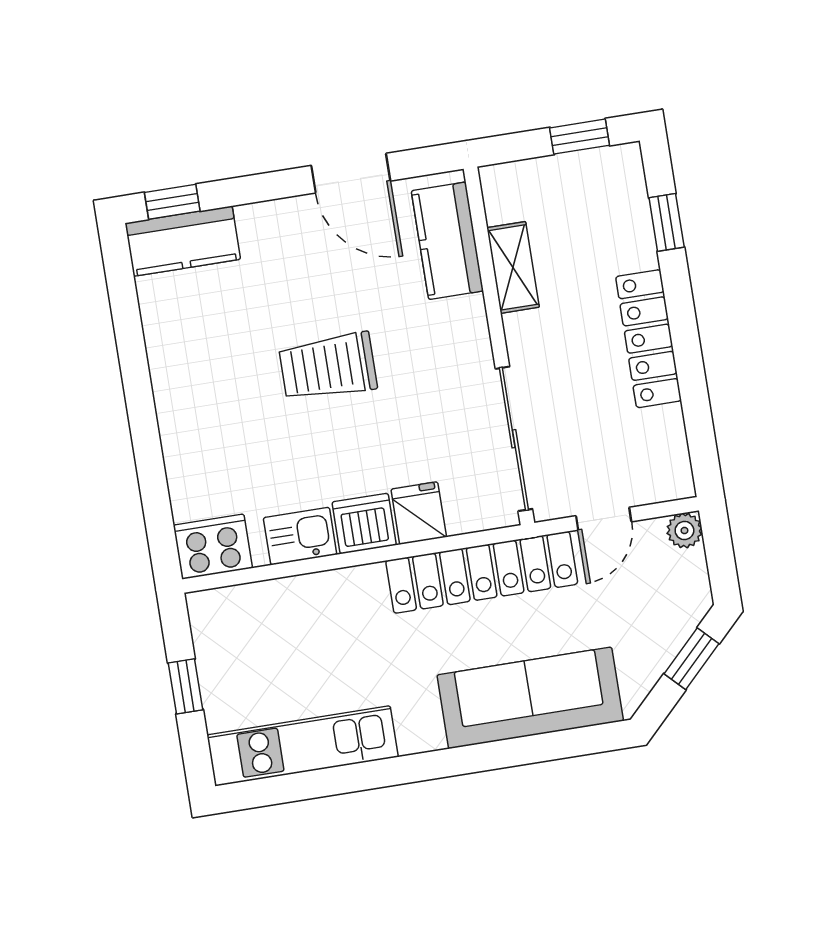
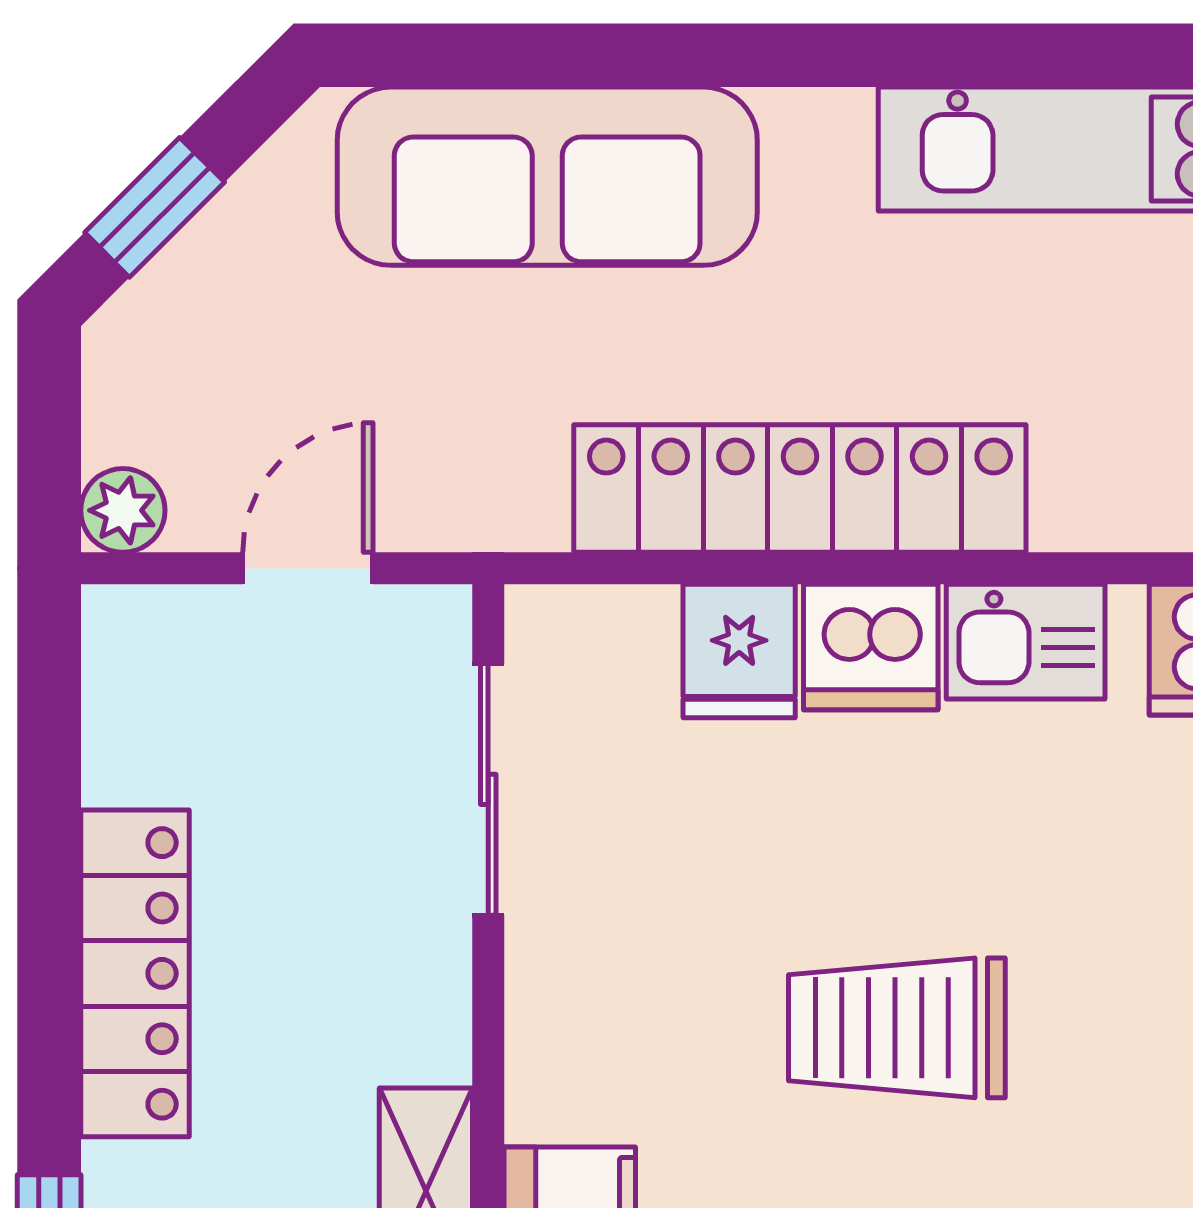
trolley: (328, 367) -> (897, 1028), turned 180
sliding door: (514, 439) -> (488, 789), width x0.73
locker: (482, 572) -> (800, 489), moved

